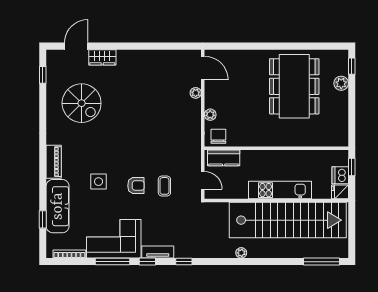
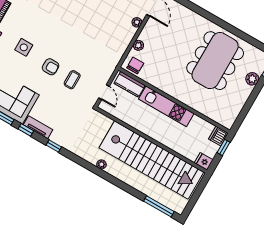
dishwasher: (340, 175) -> (218, 136), moved
kitchen unit: (280, 190) -> (166, 106), moved, turned 180

